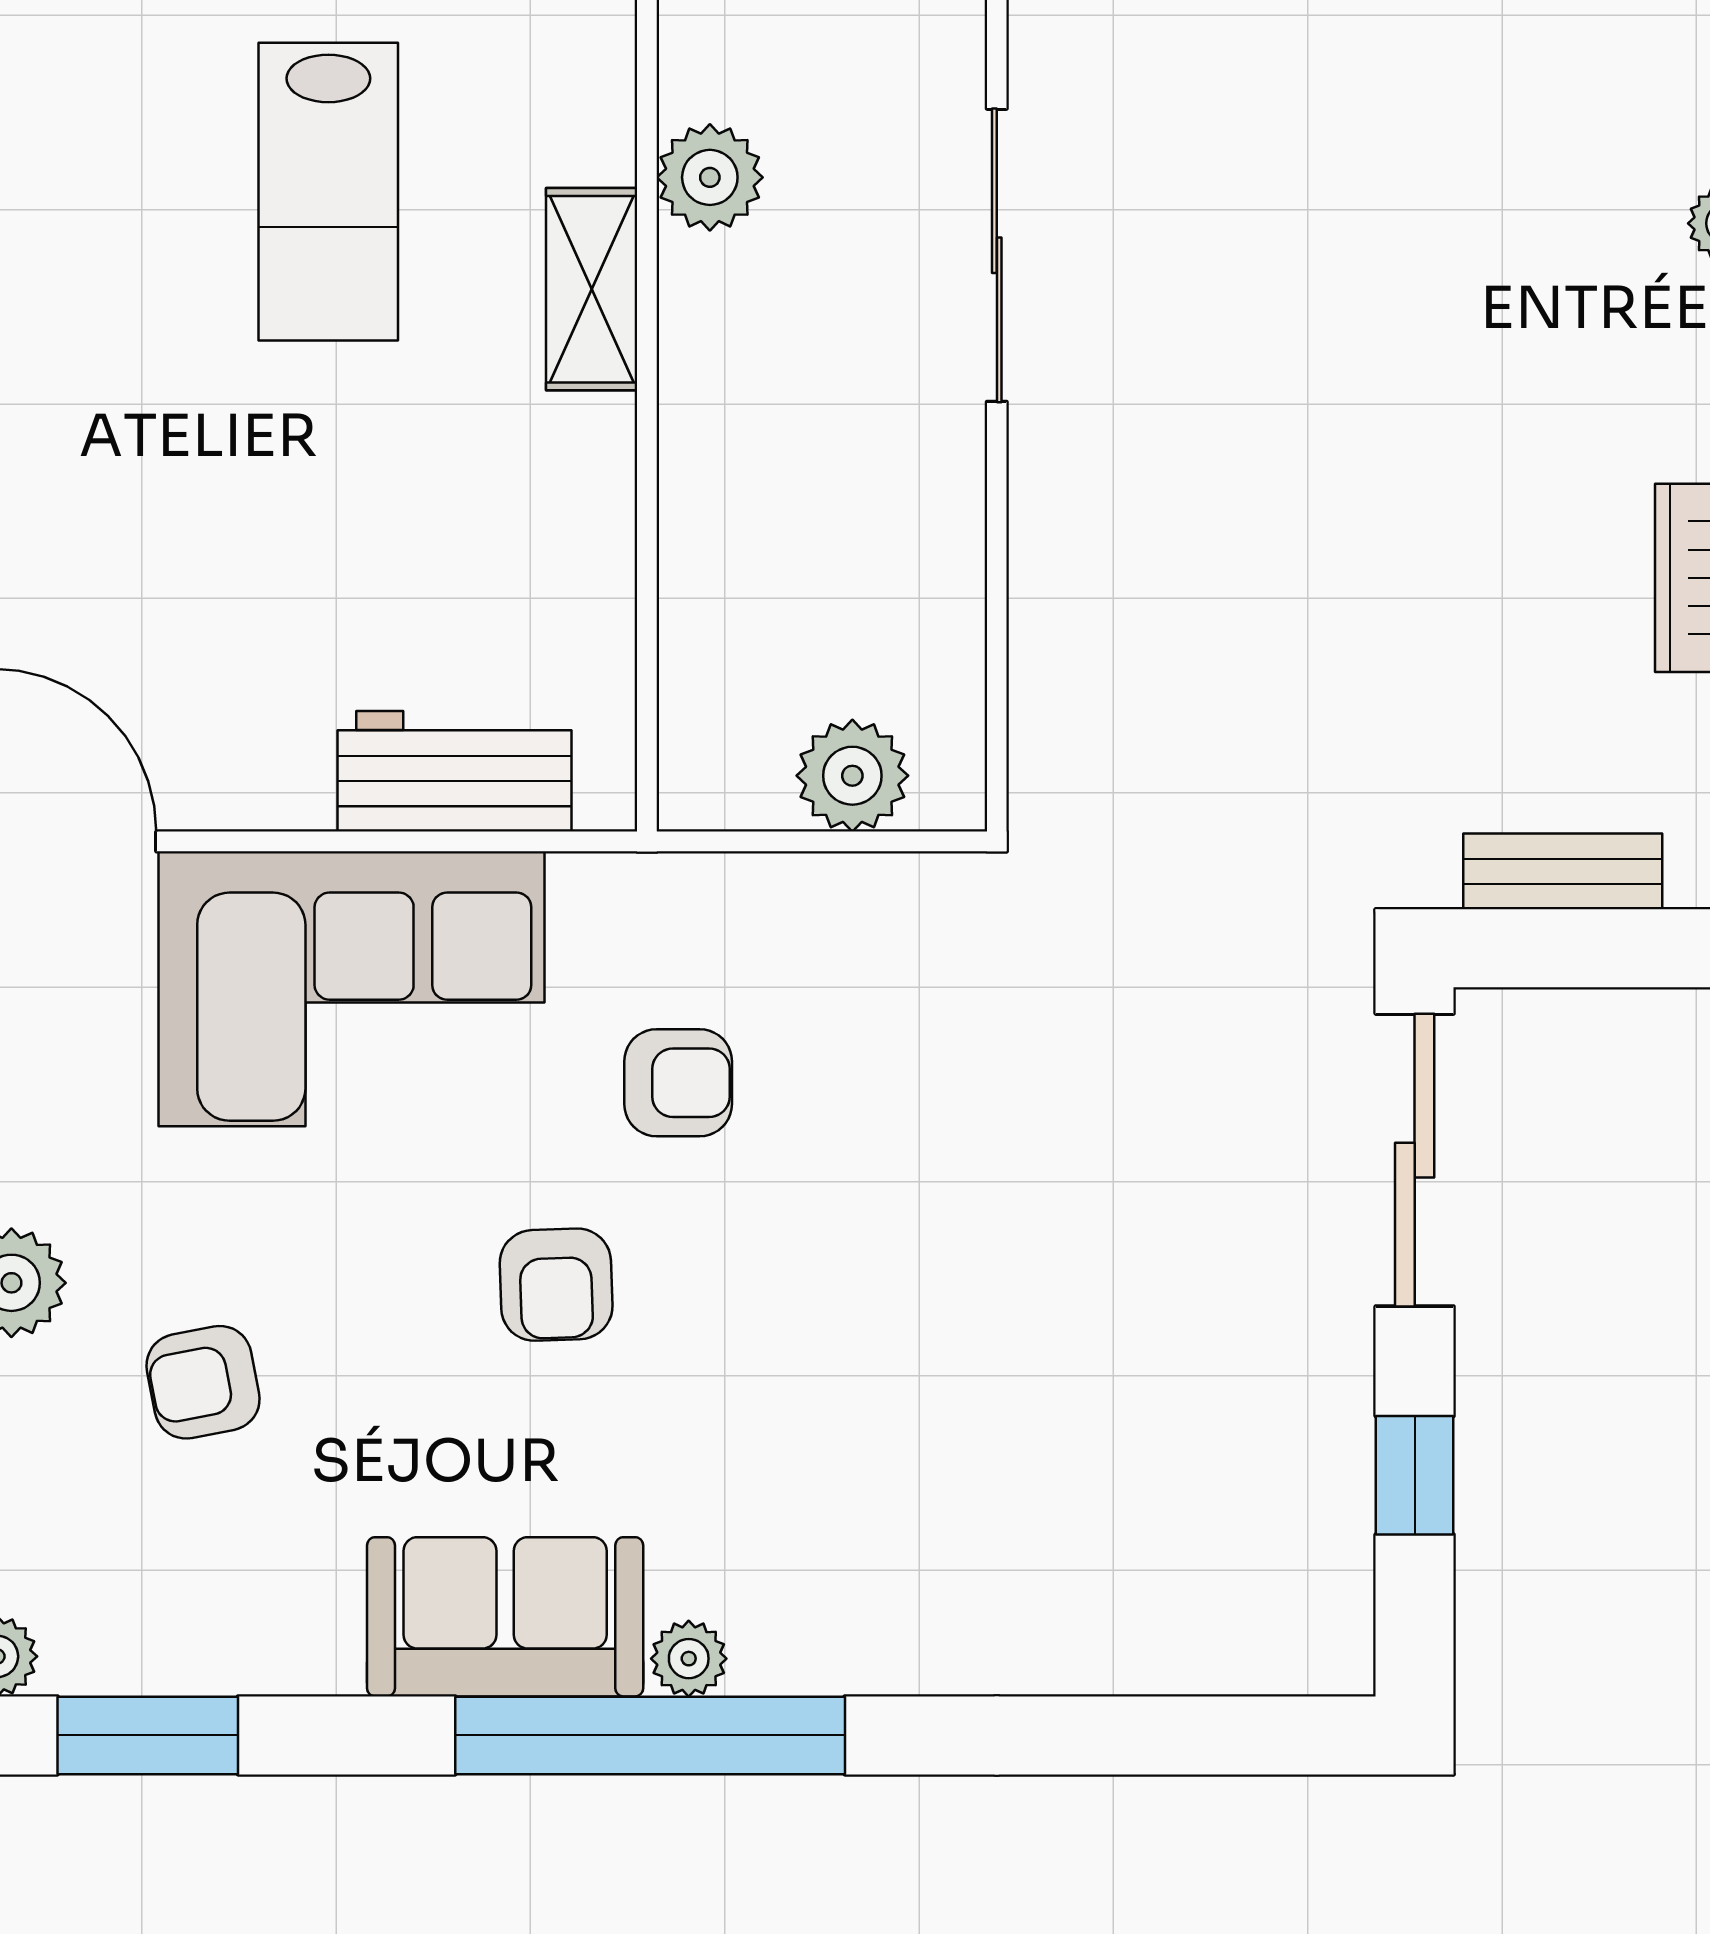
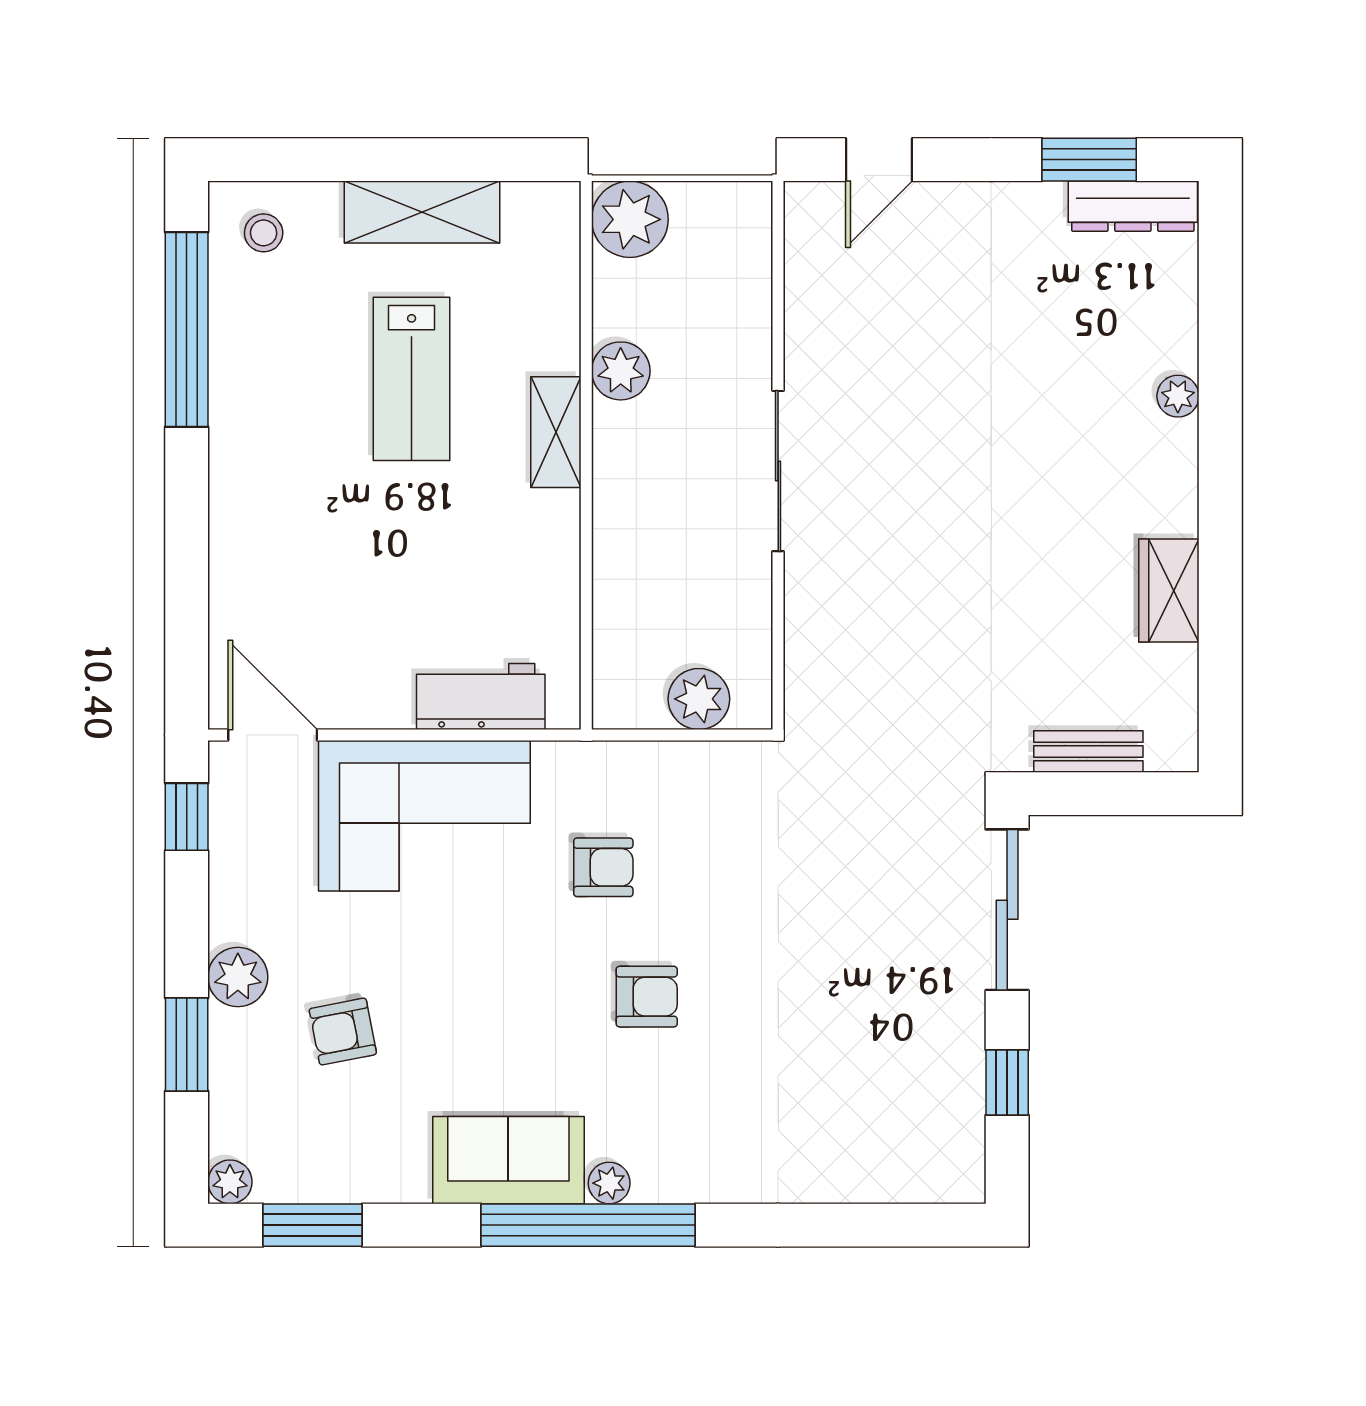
sliding door: (997, 255) -> (778, 471), moved
armchair: (556, 1285) -> (647, 997), moved, turned -88

